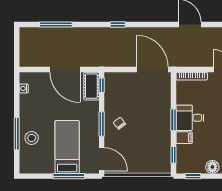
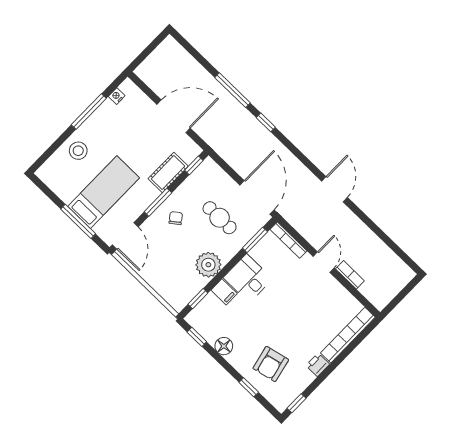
window: (56, 25) -> (233, 90), moved
door: (65, 70) -> (174, 116), swing flipped
cot: (91, 86) -> (168, 172), moved
cafe table: (143, 100) -> (220, 218), added
window: (174, 120) -> (255, 240), moved
plant: (161, 131) -> (208, 265), added
window: (17, 134) -> (89, 111), moved

